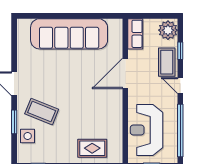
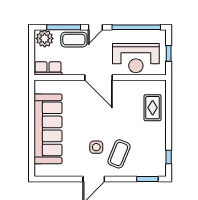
window: (180, 51) -> (64, 27), width x2.17
door: (125, 73) -> (99, 77), moved
window: (14, 122) -> (147, 179), moved
side table: (28, 136) -> (96, 147), moved

